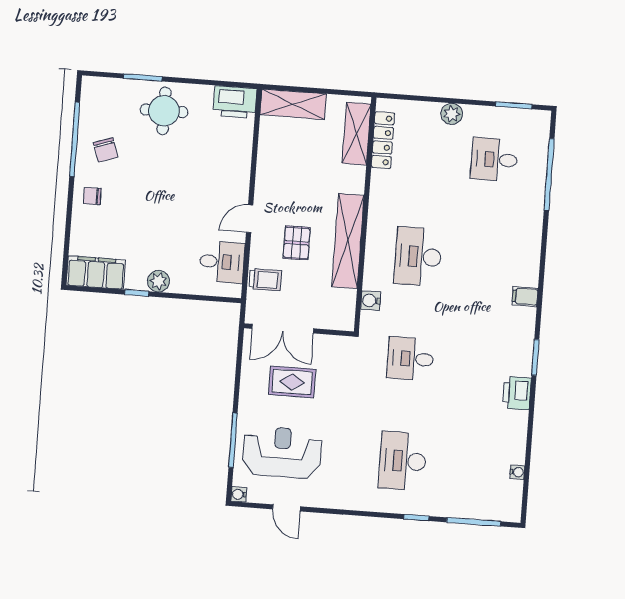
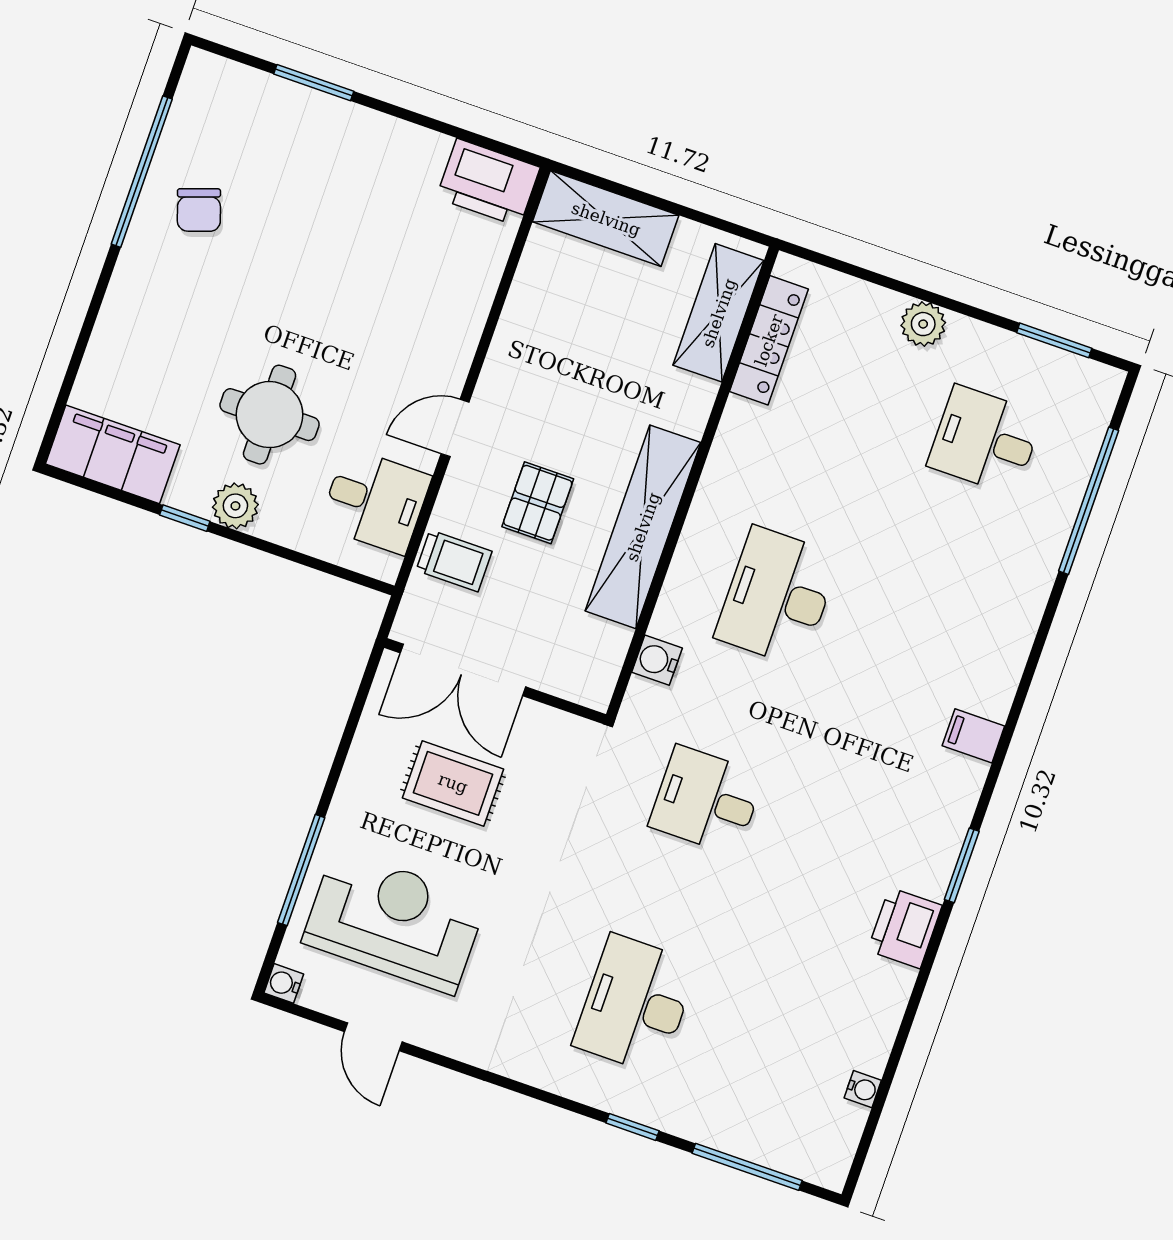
round table: (164, 111) -> (270, 415), moved
chair: (92, 196) -> (147, 297), removed

